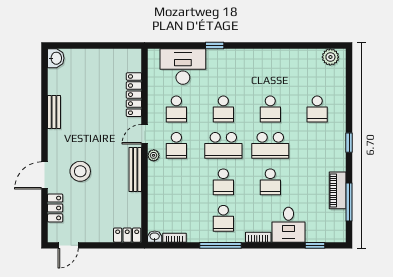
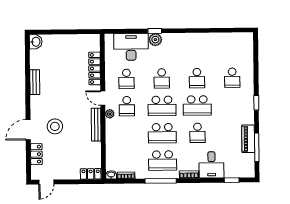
plant: (330, 57) -> (155, 40), moved
door: (145, 134) -> (103, 98), hinge flipped
school desk: (223, 182) -> (162, 133), width x1.85
school desk: (223, 218) -> (163, 161), width x1.85

